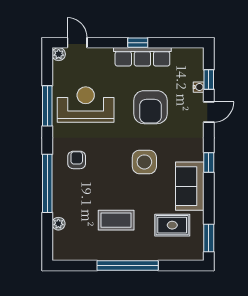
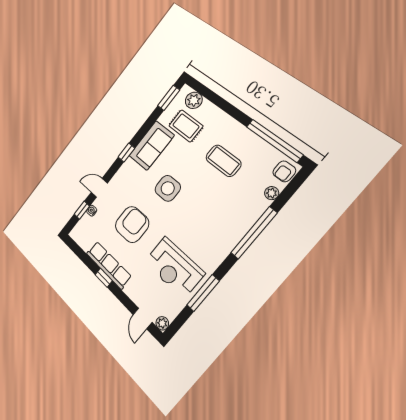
armchair: (77, 160) -> (284, 171), moved
plant: (183, 252) -> (194, 100), added
window: (128, 265) -> (274, 141), moved

